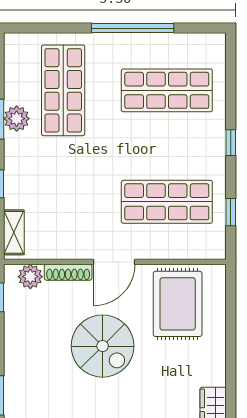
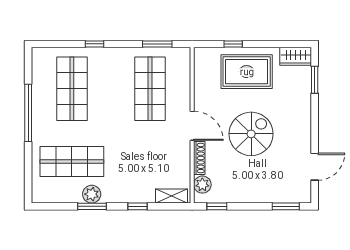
window: (231, 143) -> (94, 44), moved
window: (231, 212) -> (157, 44), width x1.50
rug: (178, 304) -> (247, 72), moved
window: (231, 320) -> (233, 44), added

